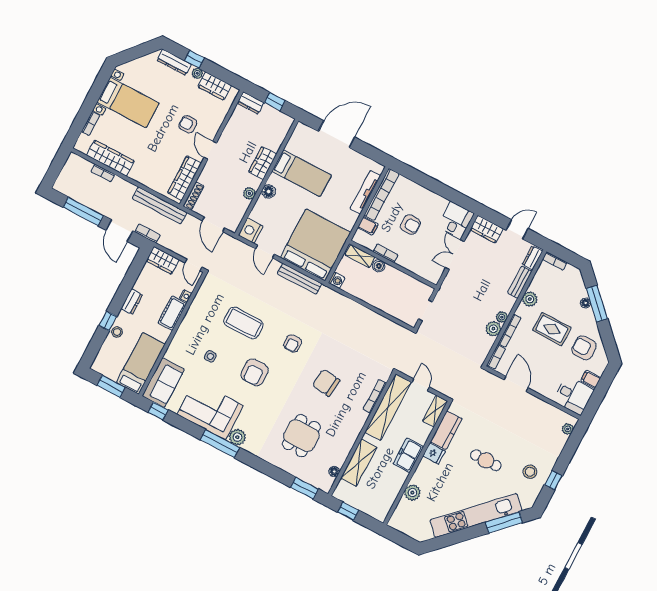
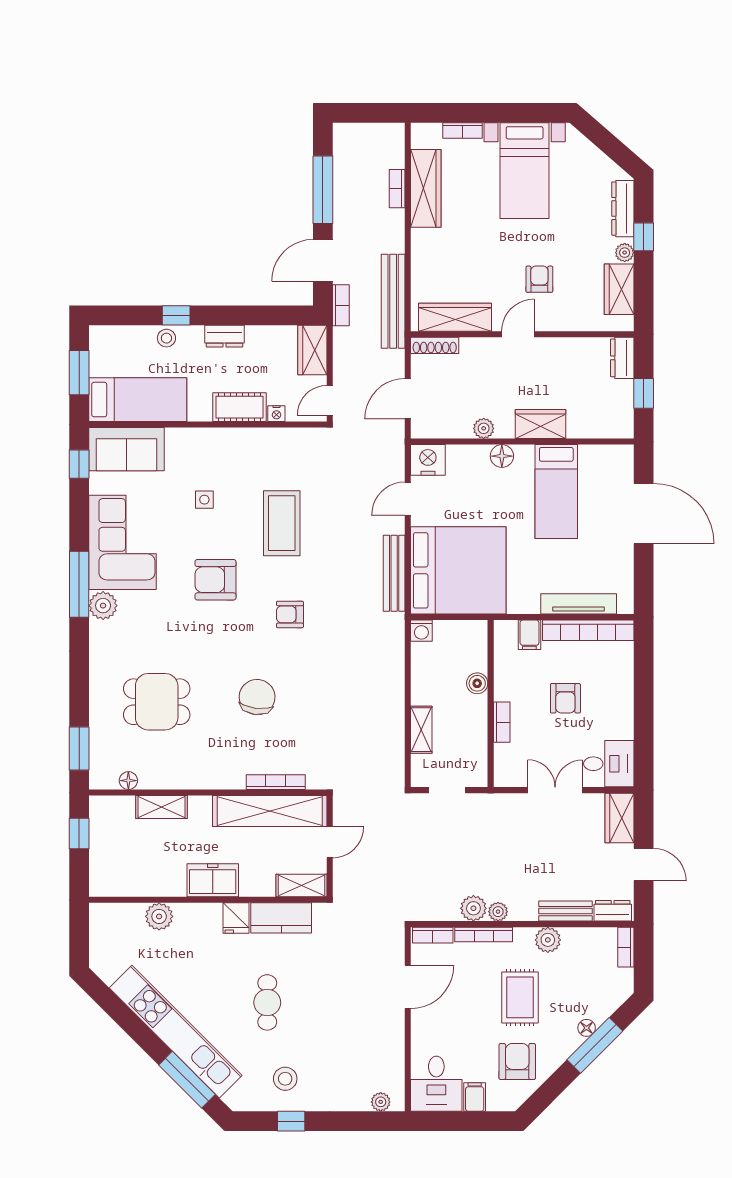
bookcase: (385, 253) -> (502, 722), moved
shelving: (360, 256) -> (421, 730), moved
shelving: (359, 463) -> (161, 807), width x0.67, depth x0.75

